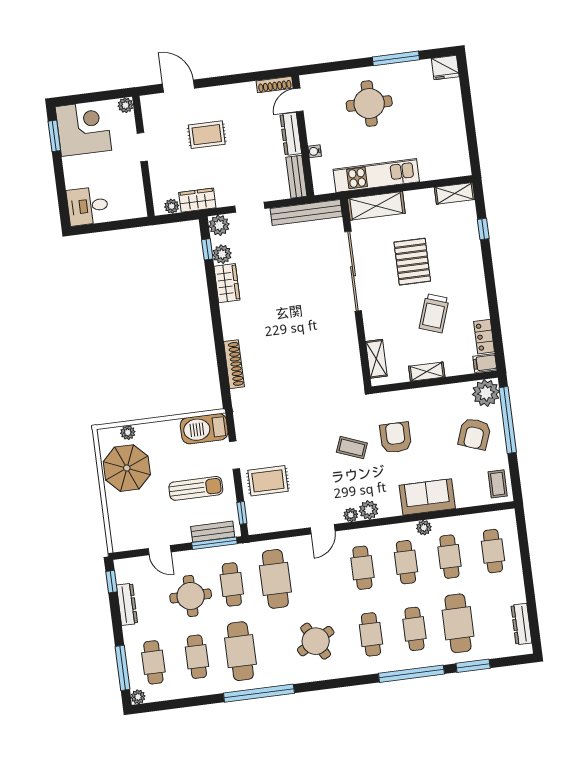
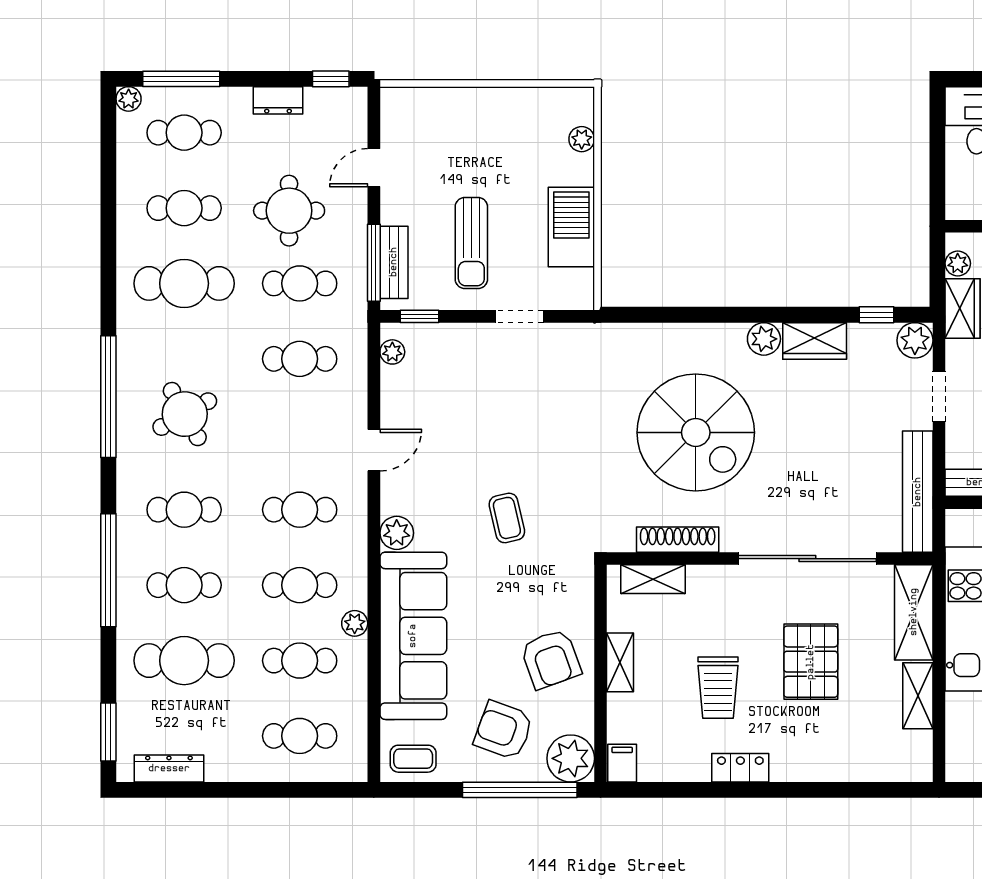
shelving: (455, 193) -> (918, 696), moved
window: (483, 229) -> (851, 790), removed
plant: (222, 254) -> (764, 339), moved
pallet: (412, 262) -> (811, 662), turned 90
trolley: (434, 313) -> (718, 688), turned -109
locker: (484, 337) -> (740, 768), moved
spiral stairs: (289, 345) -> (696, 432), added
shoe rack: (234, 364) -> (678, 540), moved, turned 180
barbecue: (204, 429) -> (571, 227), moved
armchair: (396, 438) -> (551, 659), moved, turned 70
coffee table: (352, 448) -> (507, 518), turned -34
parasol: (127, 468) -> (521, 130), removed
rug: (268, 481) -> (469, 368), removed
sofa: (427, 497) -> (413, 636), width x1.85, depth x1.27
plant: (351, 515) -> (392, 352), moved
door: (323, 529) -> (374, 450), swing flipped
cafe table: (275, 579) -> (300, 359), width x0.73, depth x0.74
dresser: (127, 604) -> (278, 100), width x0.70
window: (473, 666) -> (108, 732), moved
window: (259, 693) -> (108, 397), moved

